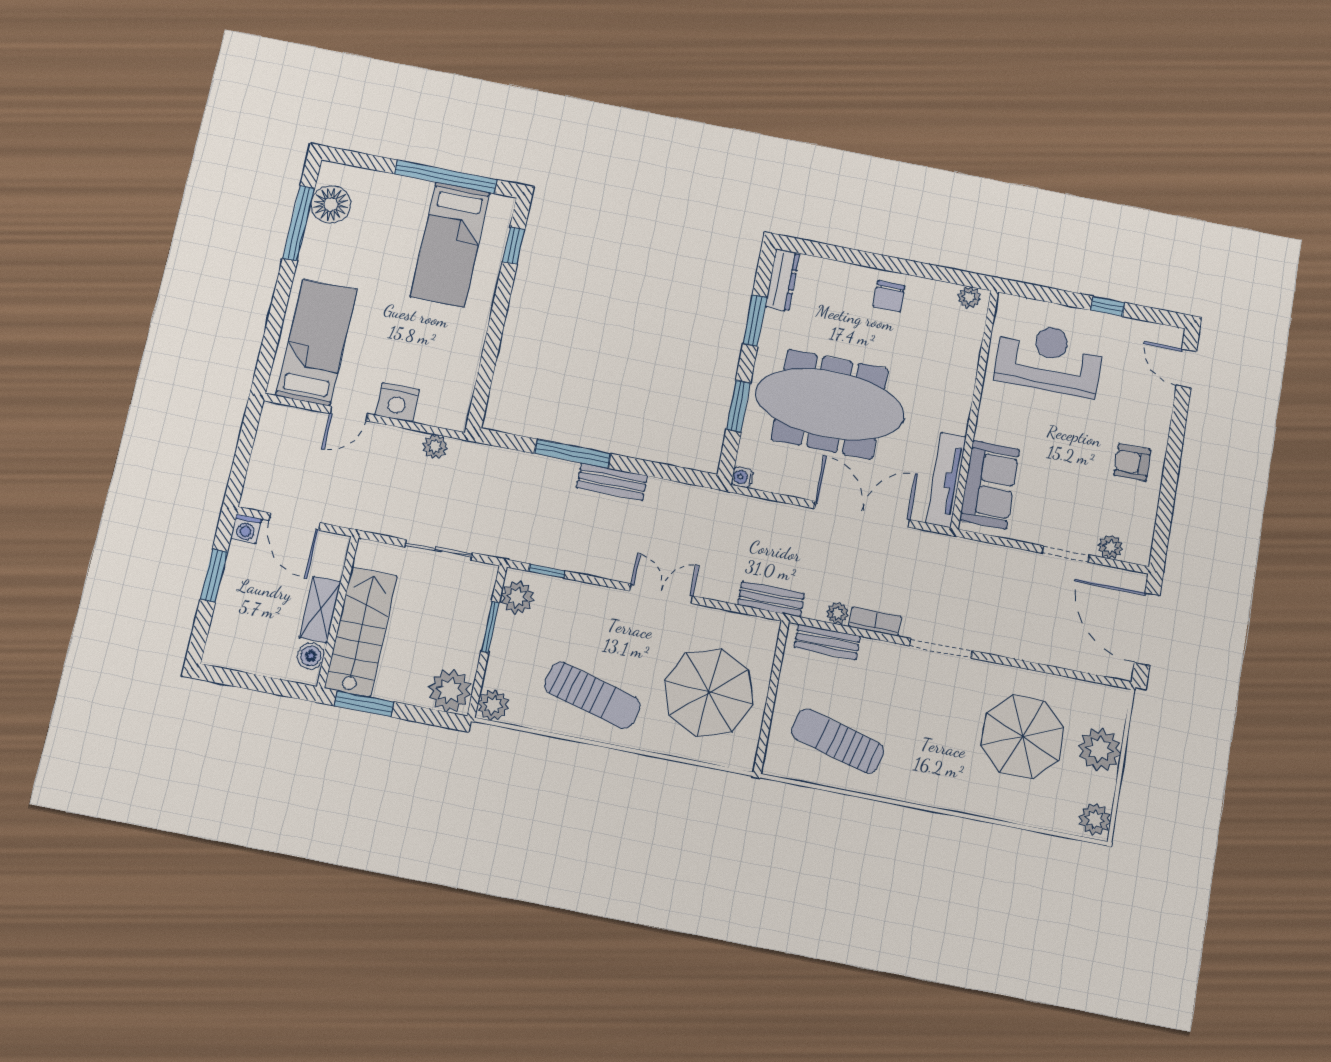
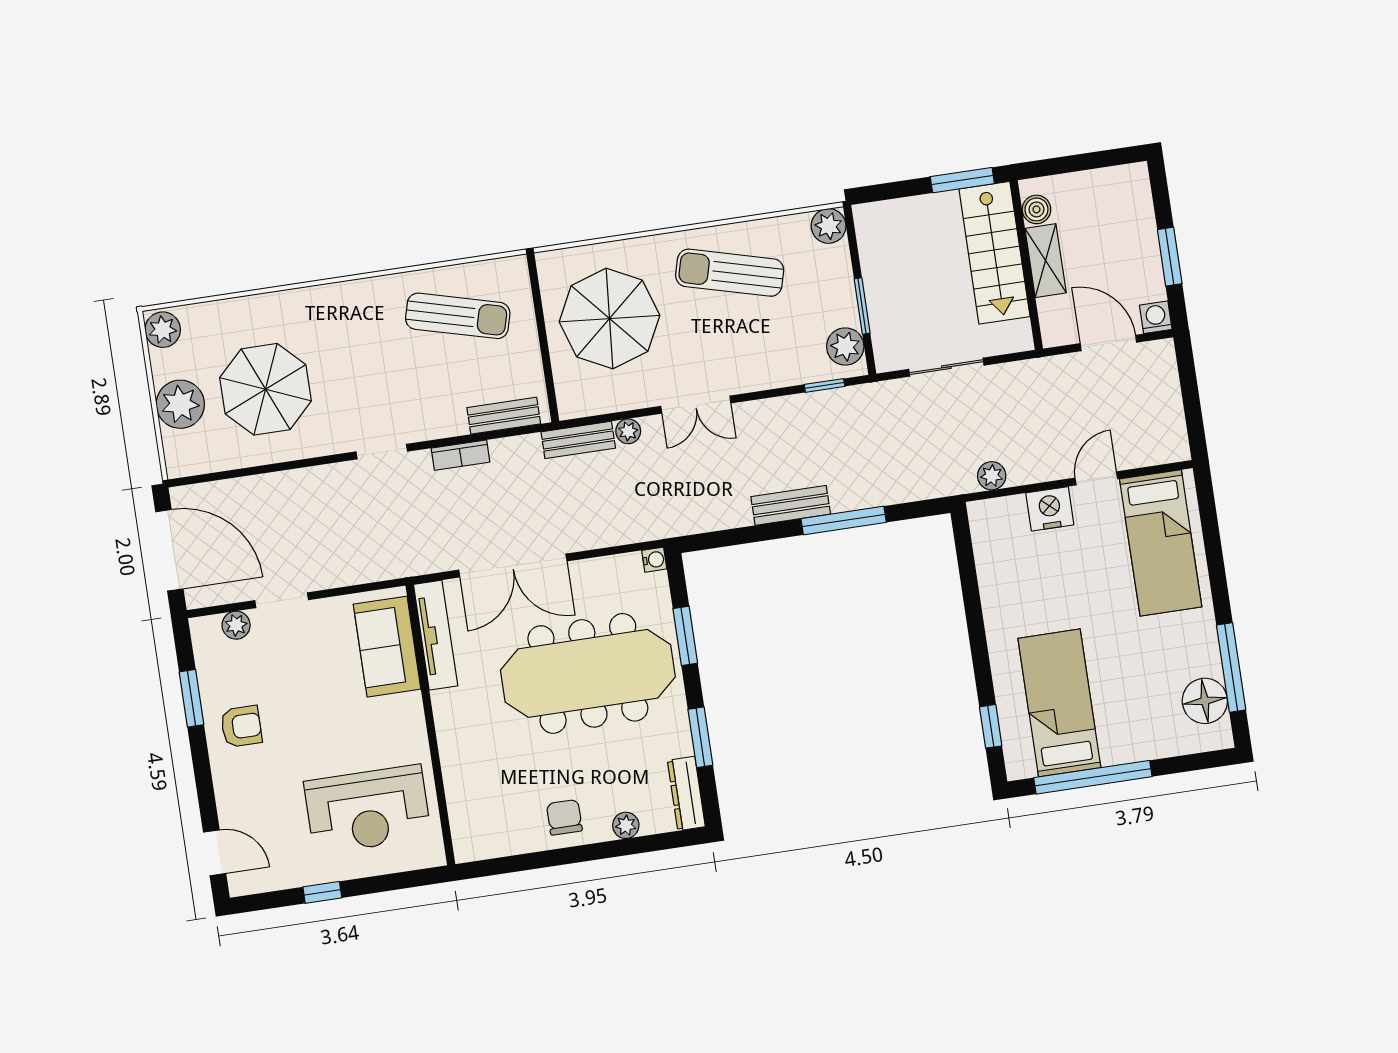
plant: (969, 297) -> (626, 825), moved
window: (1167, 500) -> (191, 698), added
plant: (837, 613) -> (628, 431), moved
doorway: (941, 648) -> (382, 452), width x0.73
plant: (450, 691) -> (879, 225), removed

